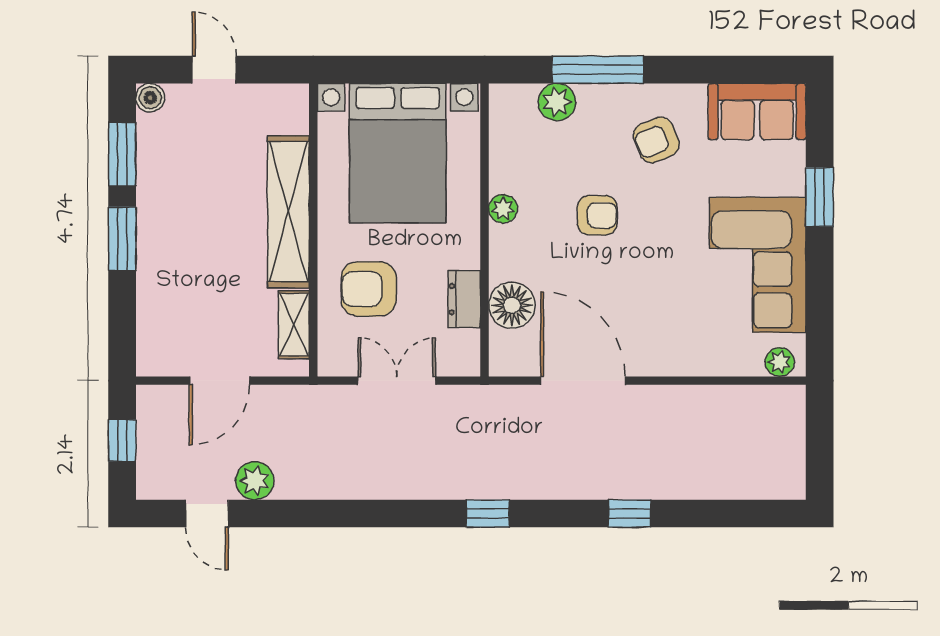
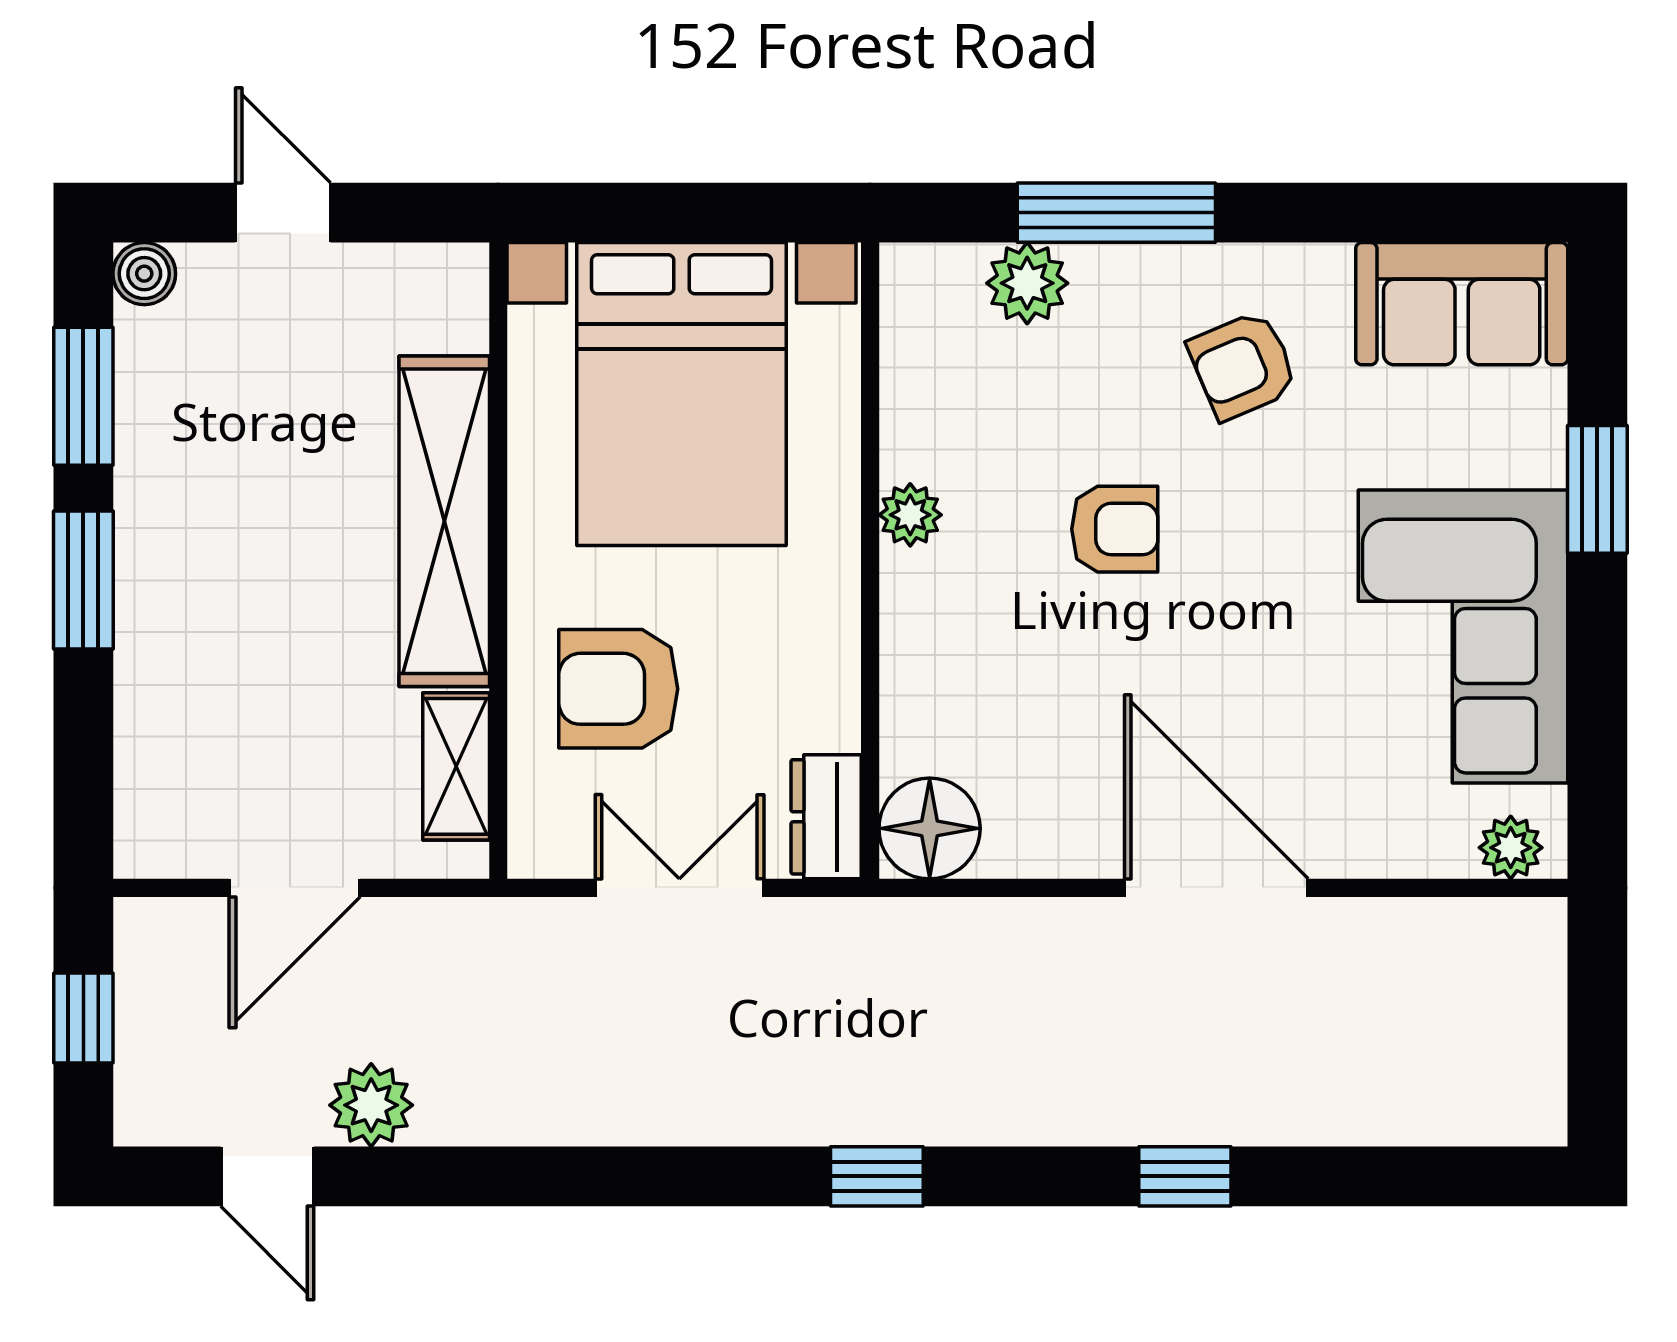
dresser: (464, 299) -> (826, 817), moved
floor lamp: (512, 305) -> (930, 828), moved
door: (583, 381) -> (1216, 888), moved

